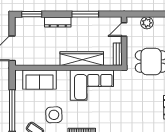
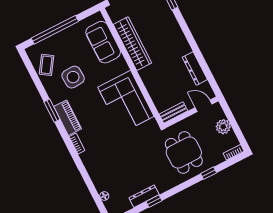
window: (85, 14) -> (199, 56), removed
dresser: (58, 22) -> (195, 68), moved
wardrobe: (82, 59) -> (132, 44), moved

